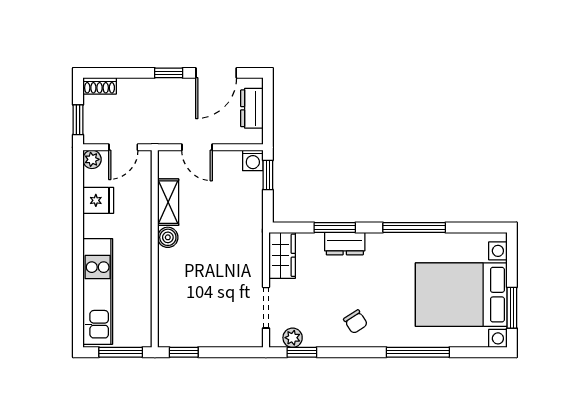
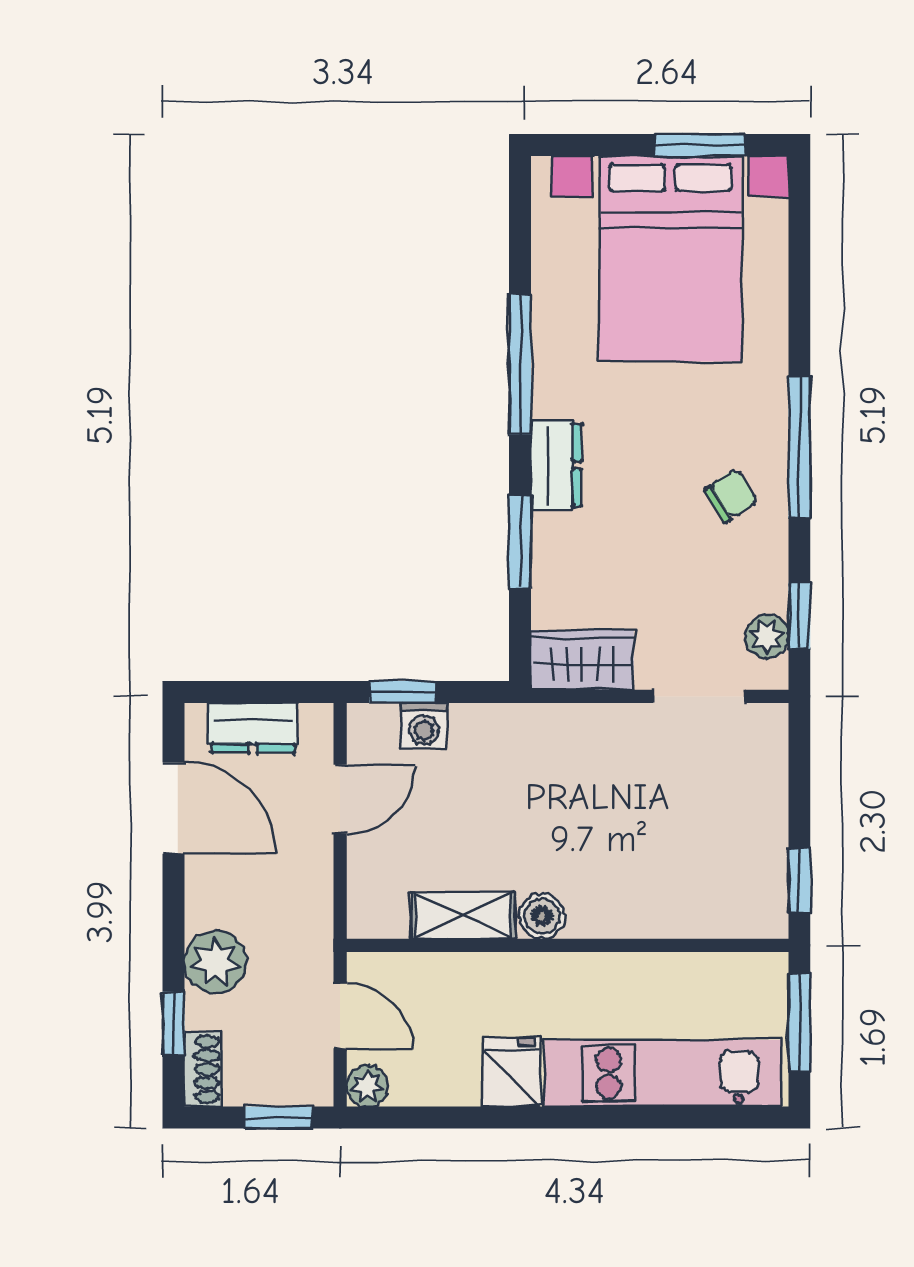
window: (169, 73) -> (173, 1023), moved
plant: (147, 92) -> (215, 962), added
door: (197, 147) -> (340, 799), moved
washing machine: (253, 160) -> (424, 726), moved, turned 90
fridge: (98, 200) -> (511, 1072), moved
dresser: (345, 244) -> (556, 465), moved
window: (418, 352) -> (799, 447), moved

